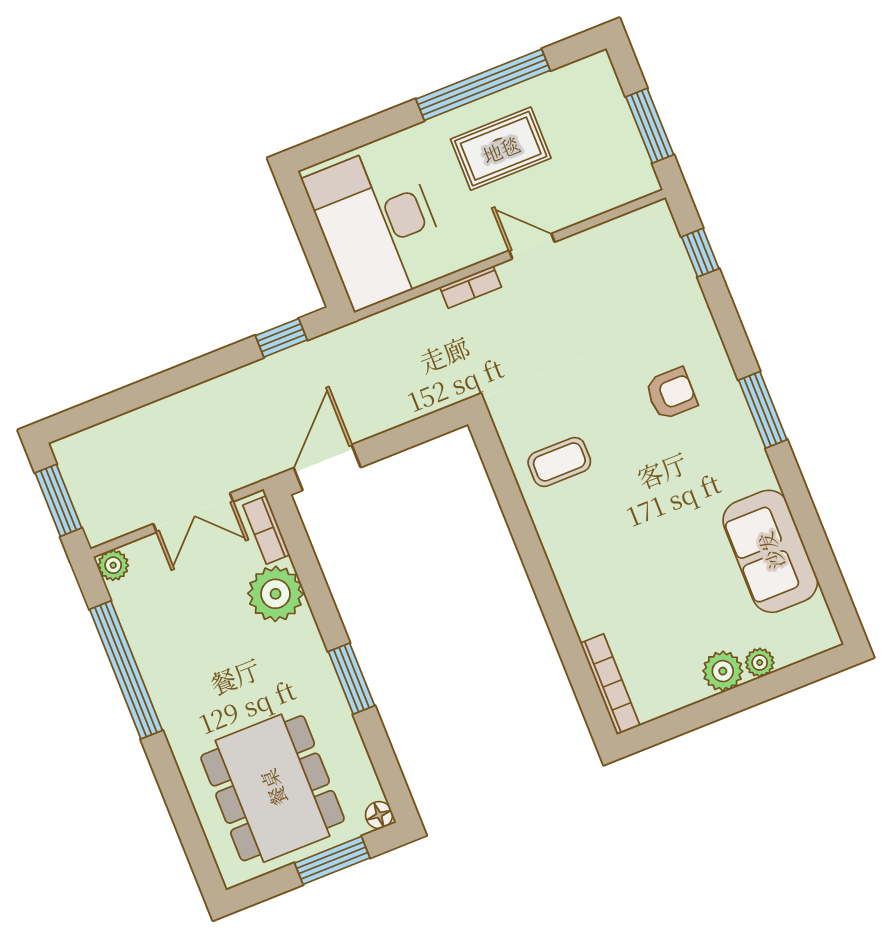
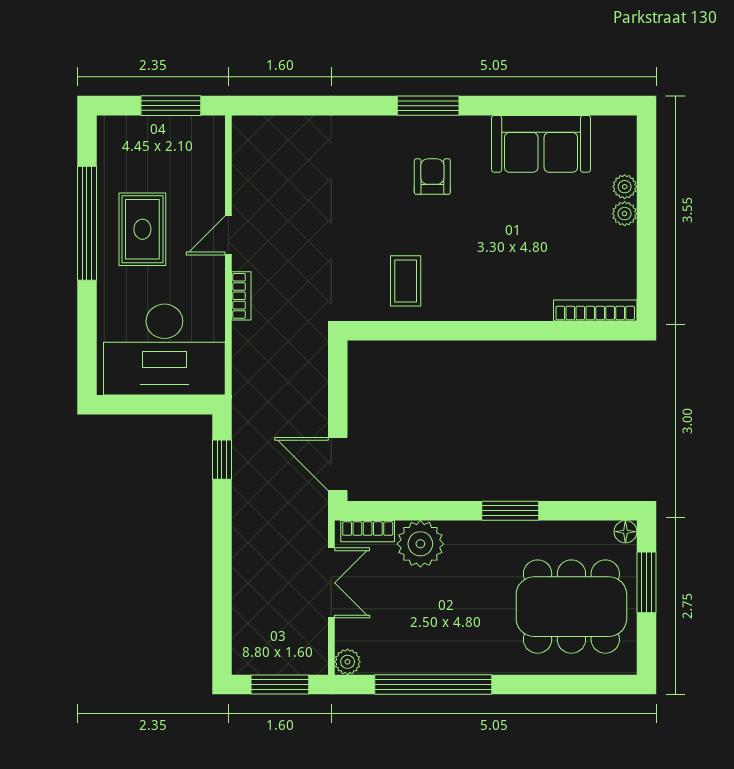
window: (700, 253) -> (286, 106), removed
armchair: (671, 394) -> (432, 177), moved
plant: (723, 671) -> (625, 214), width x0.73, depth x0.73

